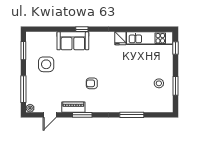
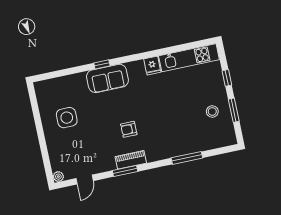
sofa: (73, 41) -> (107, 78), moved
window: (175, 48) -> (227, 78), moved
window: (23, 51) -> (35, 107), removed
window: (23, 89) -> (45, 155), removed
piano: (73, 107) -> (131, 160), moved

